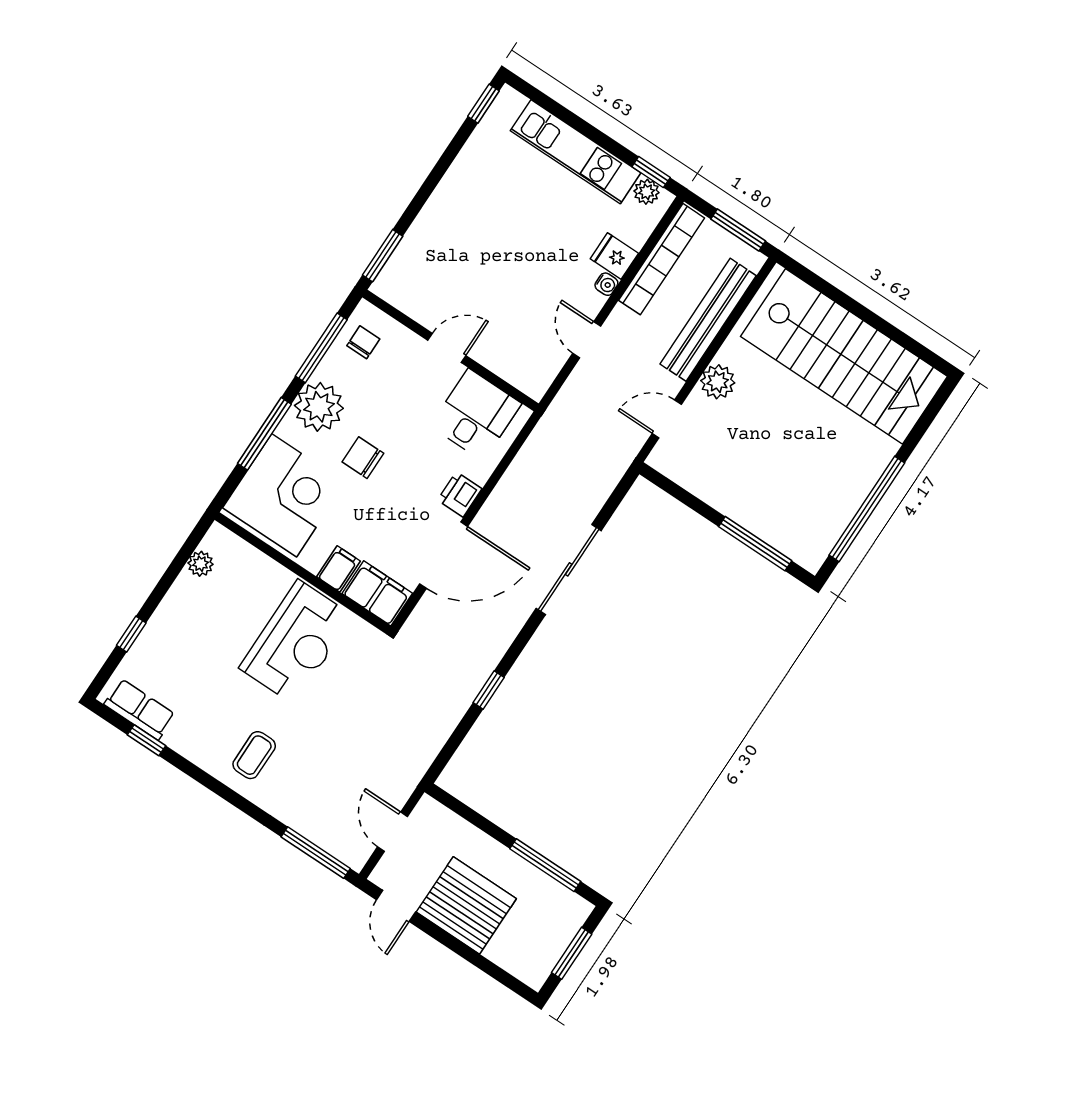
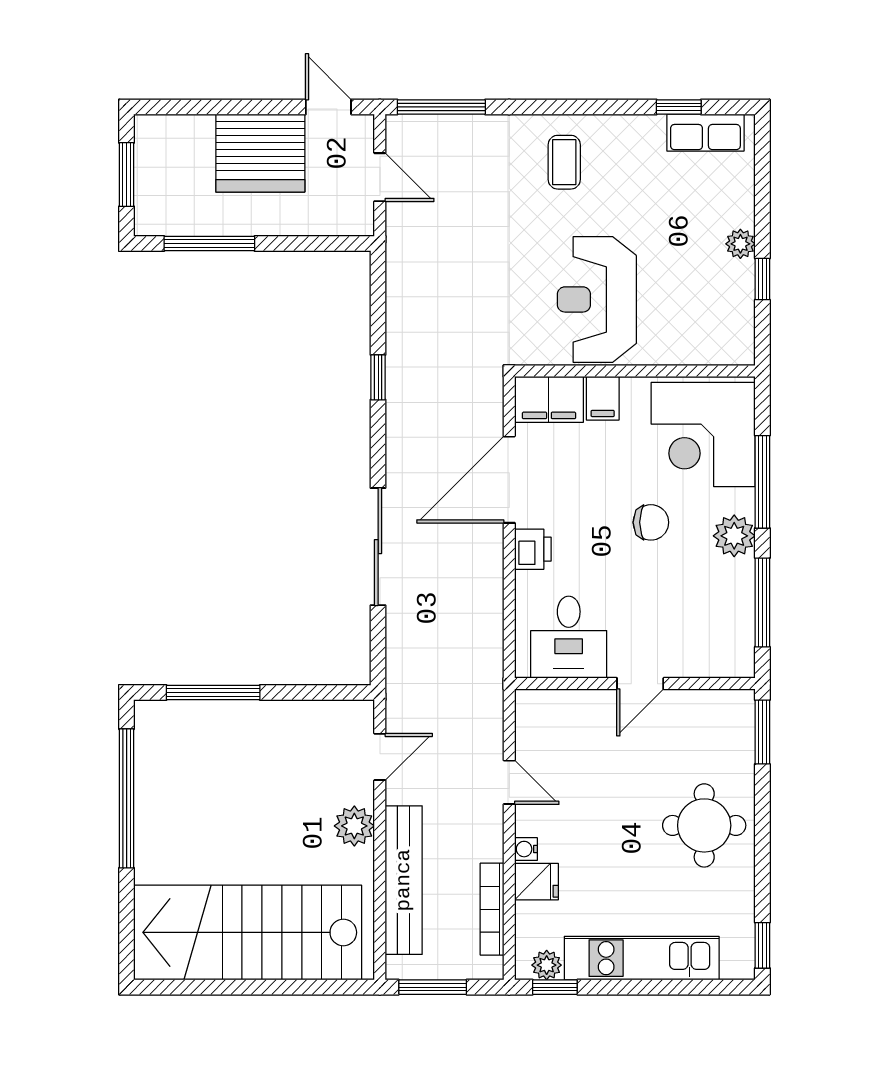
round table: (468, 217) -> (704, 825), added
bookcase: (662, 259) -> (492, 909), width x0.68, depth x0.76
chair: (363, 342) -> (725, 635), removed
plant: (319, 407) -> (734, 536), width x0.73, depth x0.73
plant: (200, 564) -> (740, 244), moved
window: (131, 634) -> (762, 279), moved

